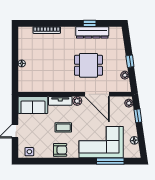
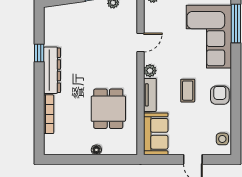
dresser: (92, 32) -> (52, 70), moved
dining table: (89, 65) -> (108, 109), moved
door: (97, 94) -> (141, 42), width x0.53

